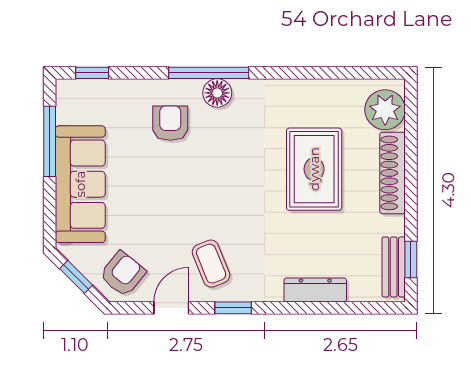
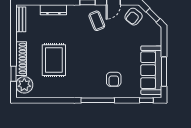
floor lamp: (217, 93) -> (94, 92), removed
sofa: (80, 184) -> (151, 70), moved
window: (411, 260) -> (14, 74), moved

